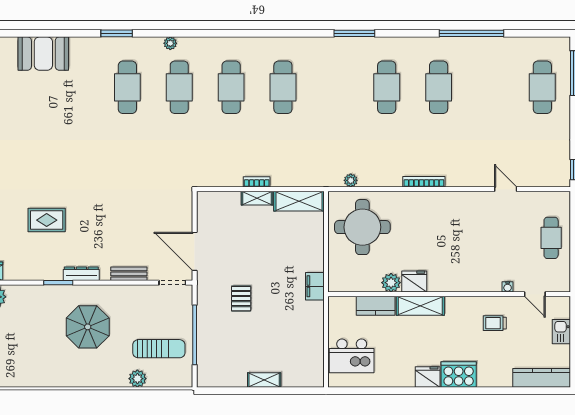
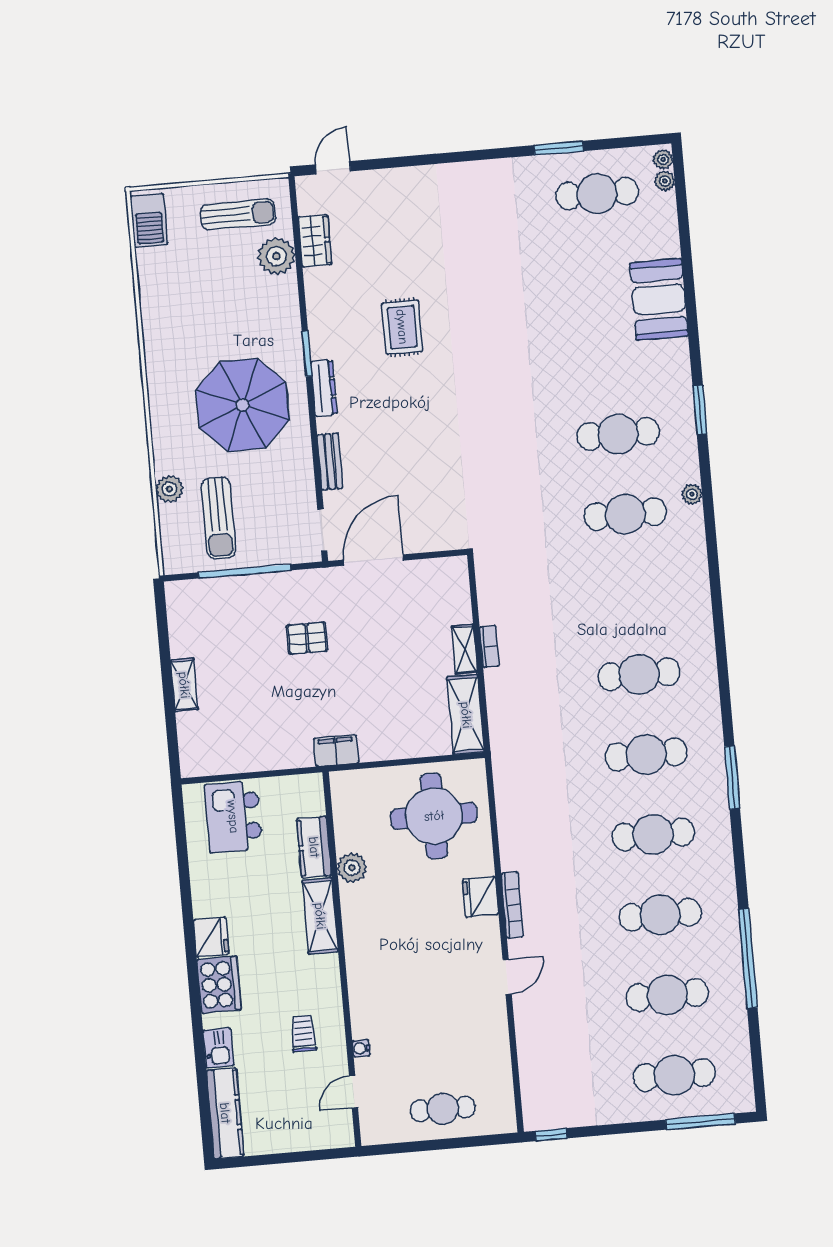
cafe table: (231, 87) -> (646, 755), moved
cafe table: (490, 87) -> (667, 995), added
plant: (351, 180) -> (504, 792), removed
door: (506, 189) -> (507, 977), moved
fridge: (414, 282) -> (480, 897), moved, turned 180
parasol: (88, 327) -> (243, 405), width x1.36, depth x1.36
kitchen sink: (561, 332) -> (218, 1048), moved, turned 90

